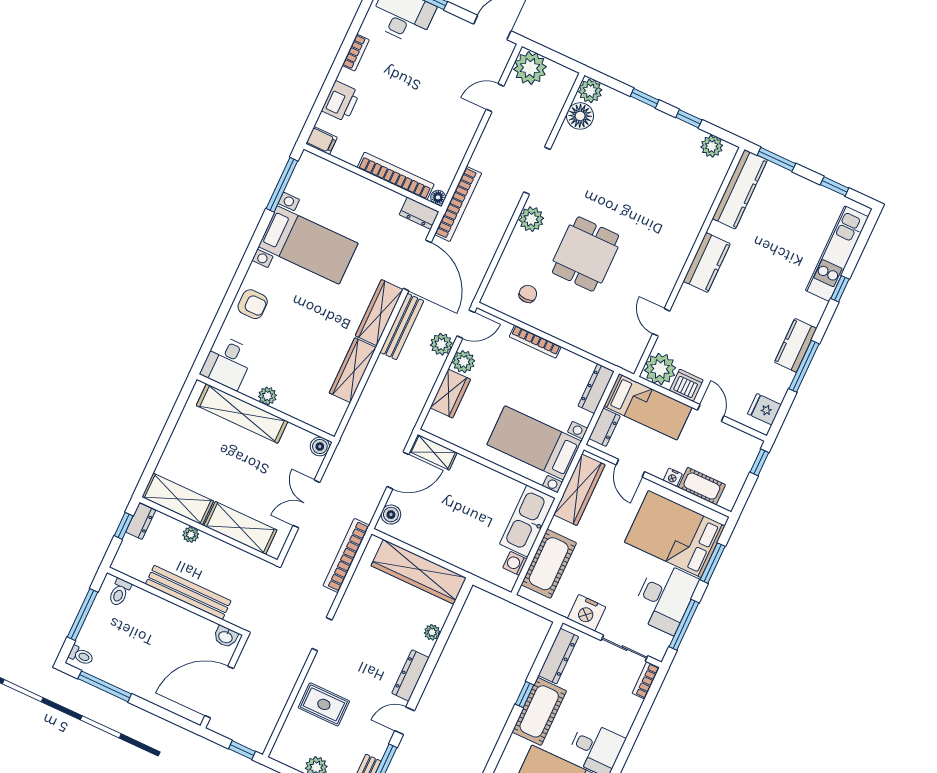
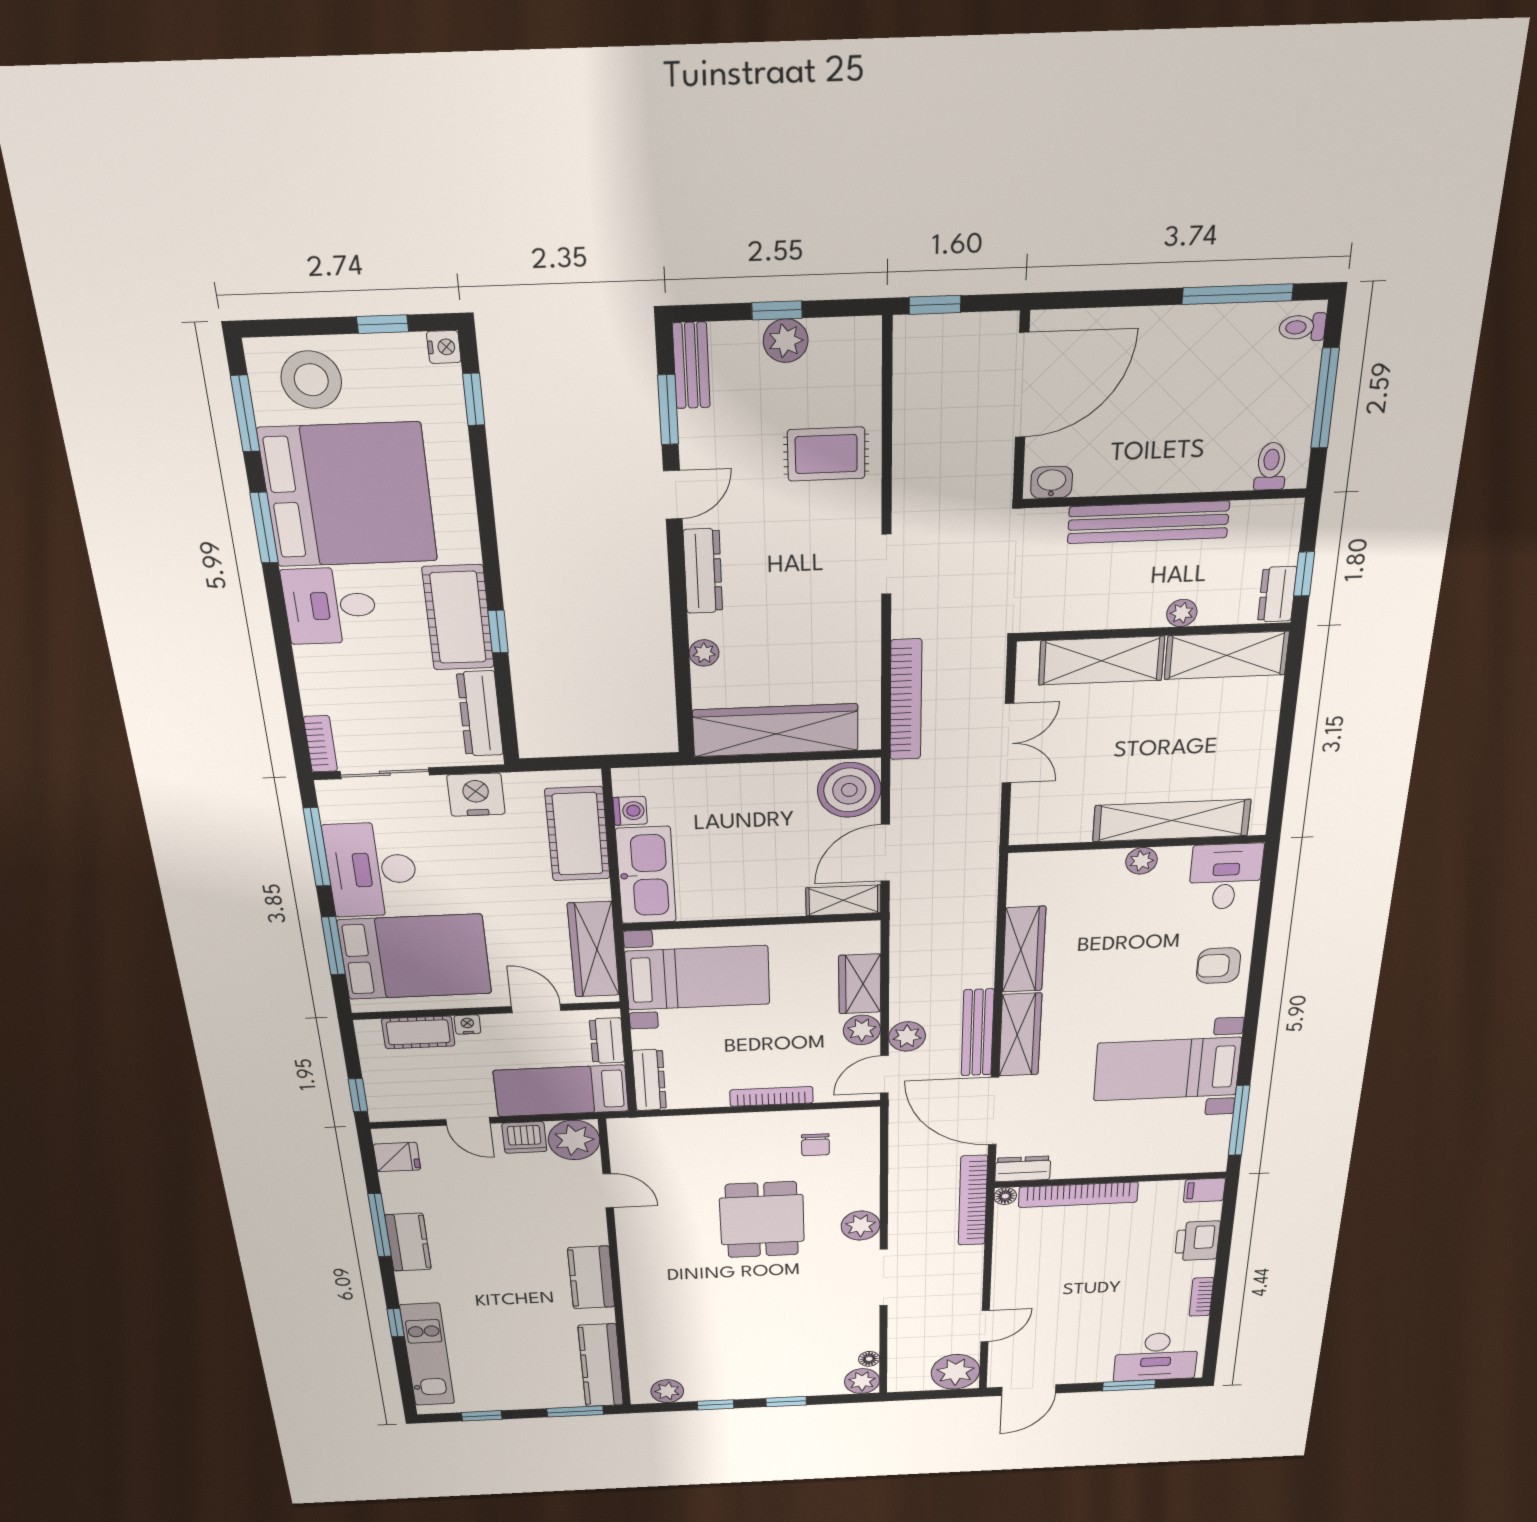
floor lamp: (580, 116) -> (869, 1359), width x0.53, depth x0.53
boiler: (320, 446) -> (1025, 831), removed
boiler: (391, 515) -> (849, 790), width x1.86, depth x1.86

